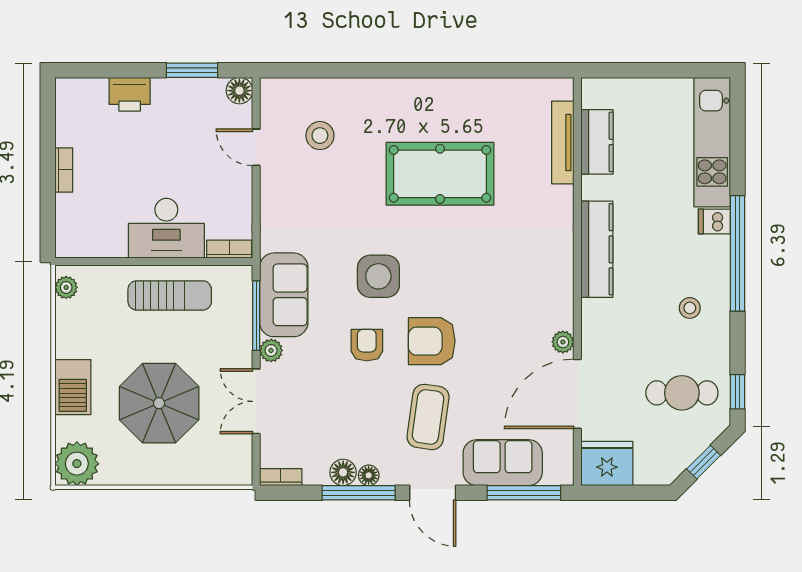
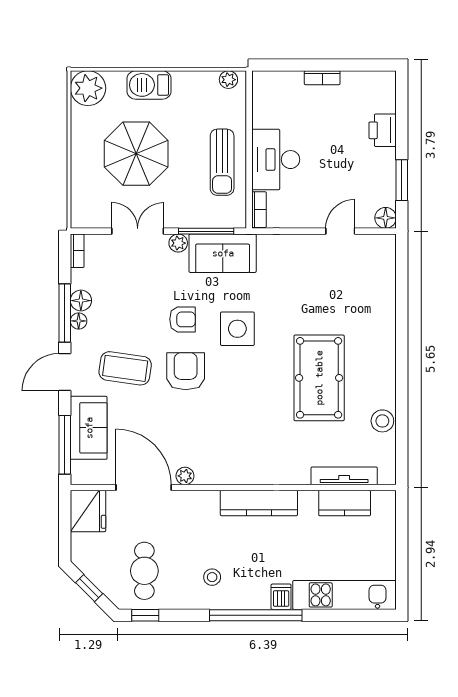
stool: (320, 136) -> (382, 421), moved

